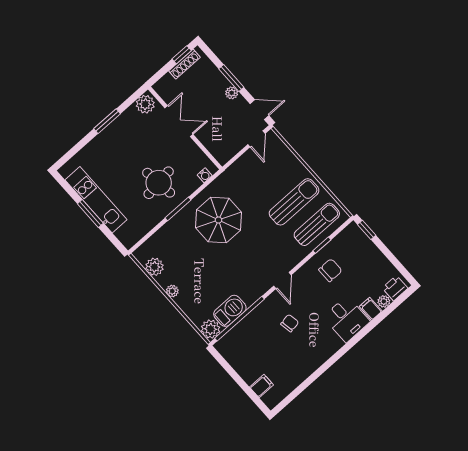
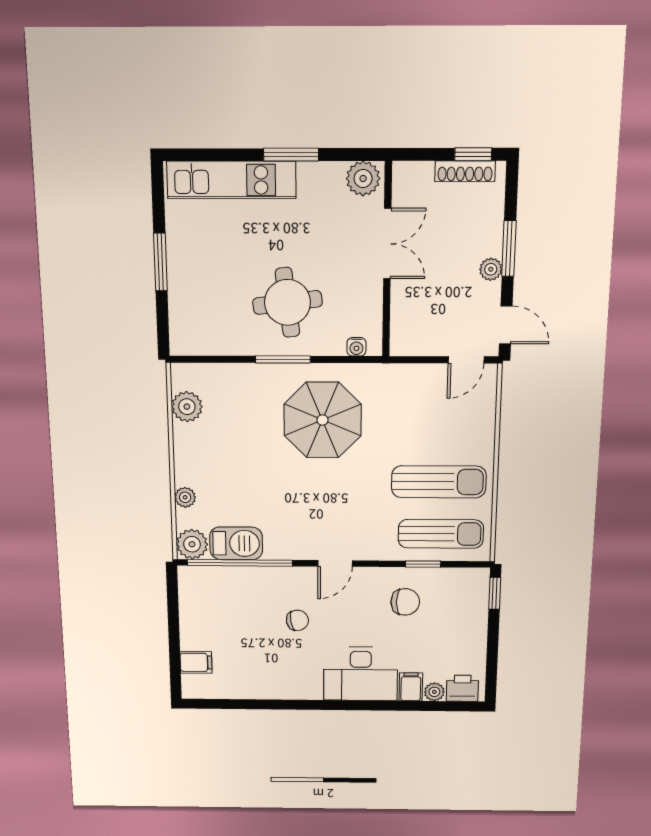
kitchen unit: (96, 200) -> (231, 180), moved, turned 90
plant: (172, 291) -> (185, 497), moved
desk: (347, 319) -> (361, 674), width x1.37

